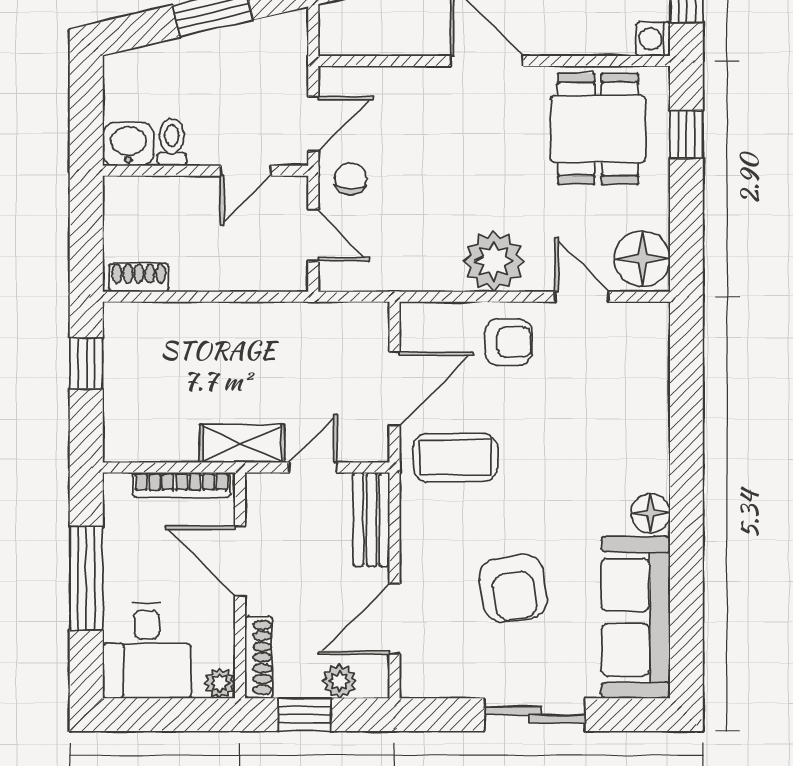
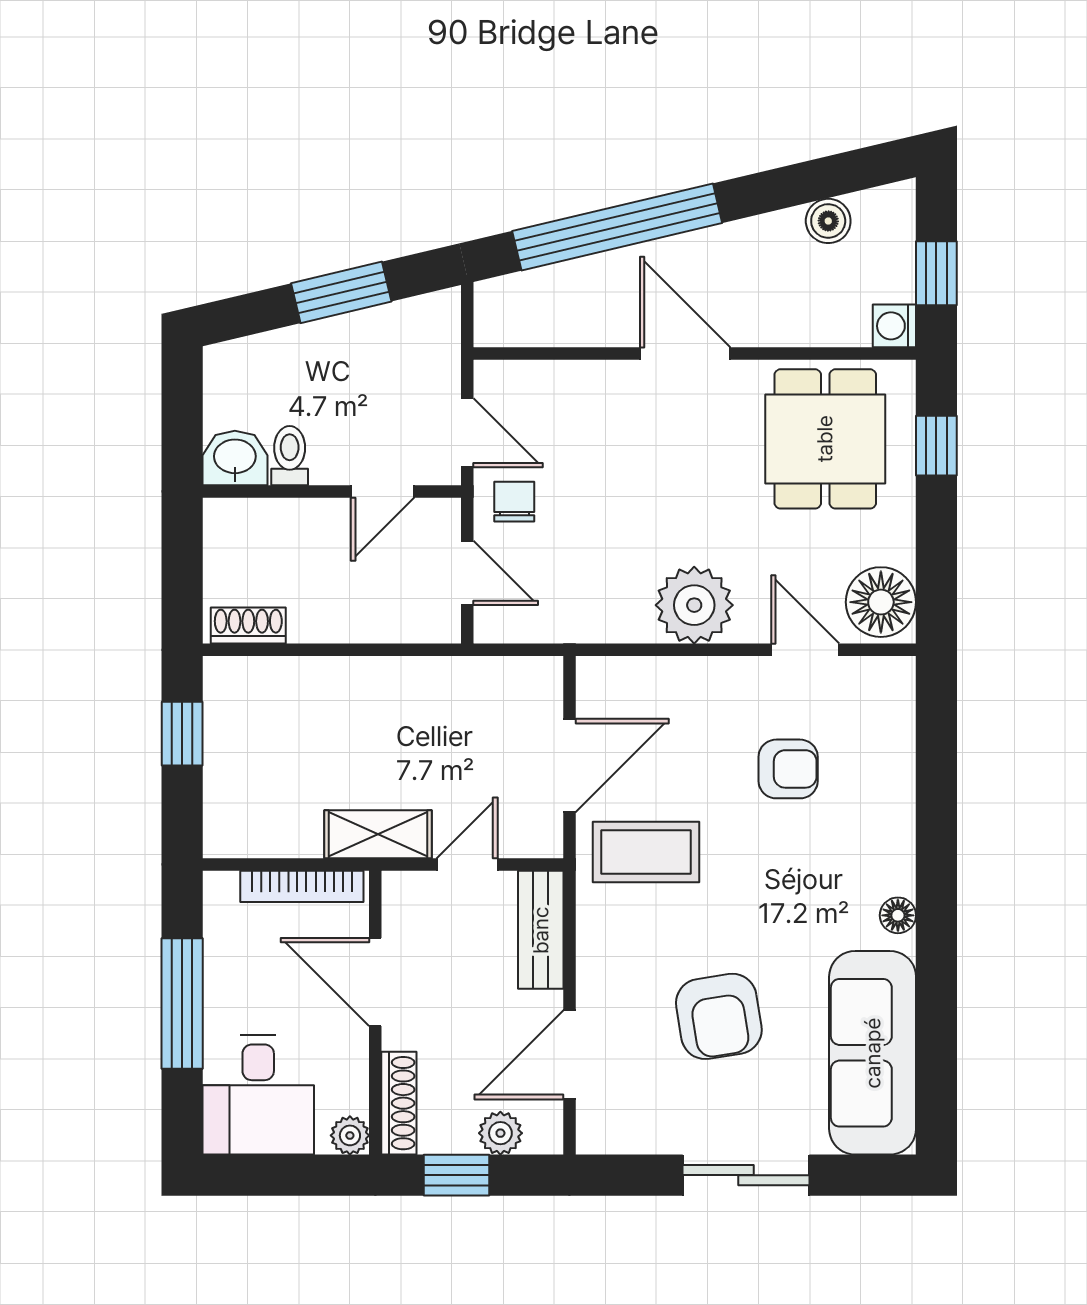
door: (313, 124) -> (467, 433), hinge flipped
armchair: (508, 342) -> (788, 769), moved
floor lamp: (650, 513) -> (898, 915), width x0.73, depth x0.73

